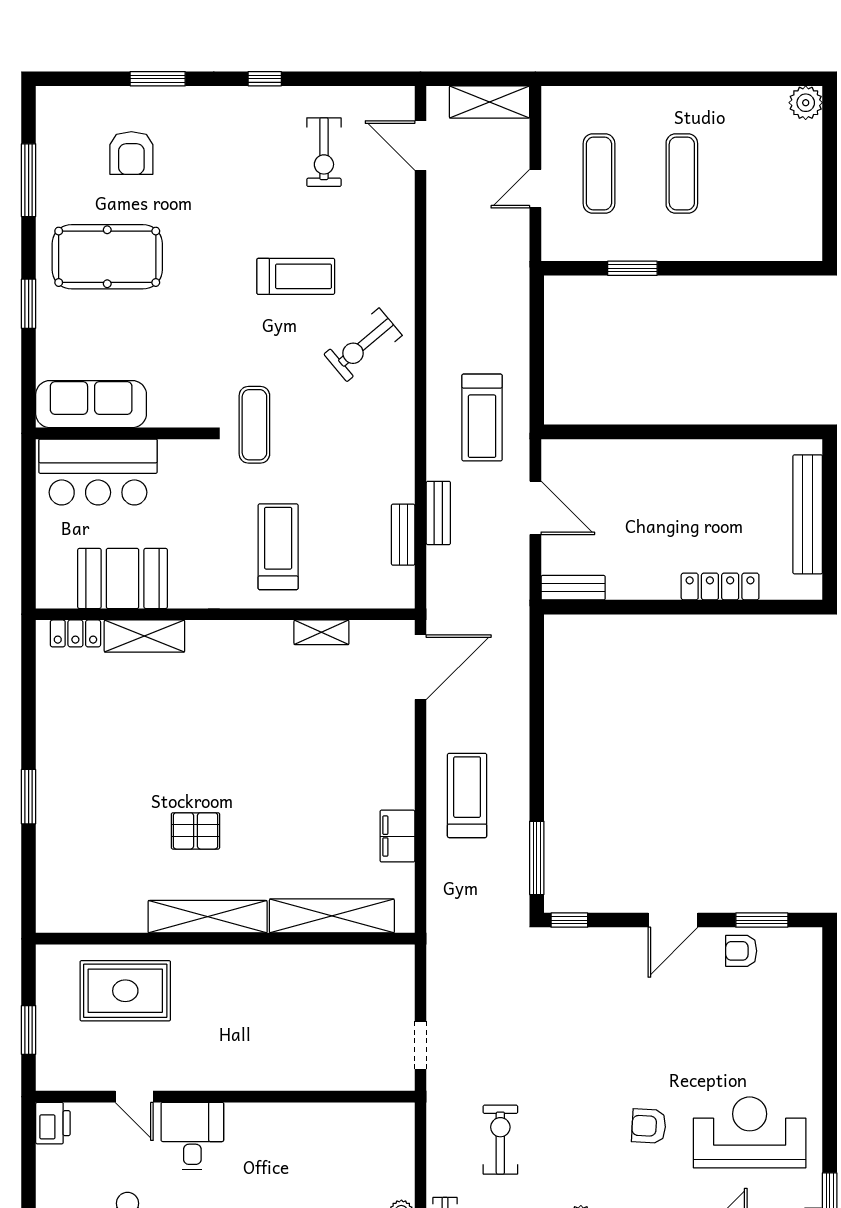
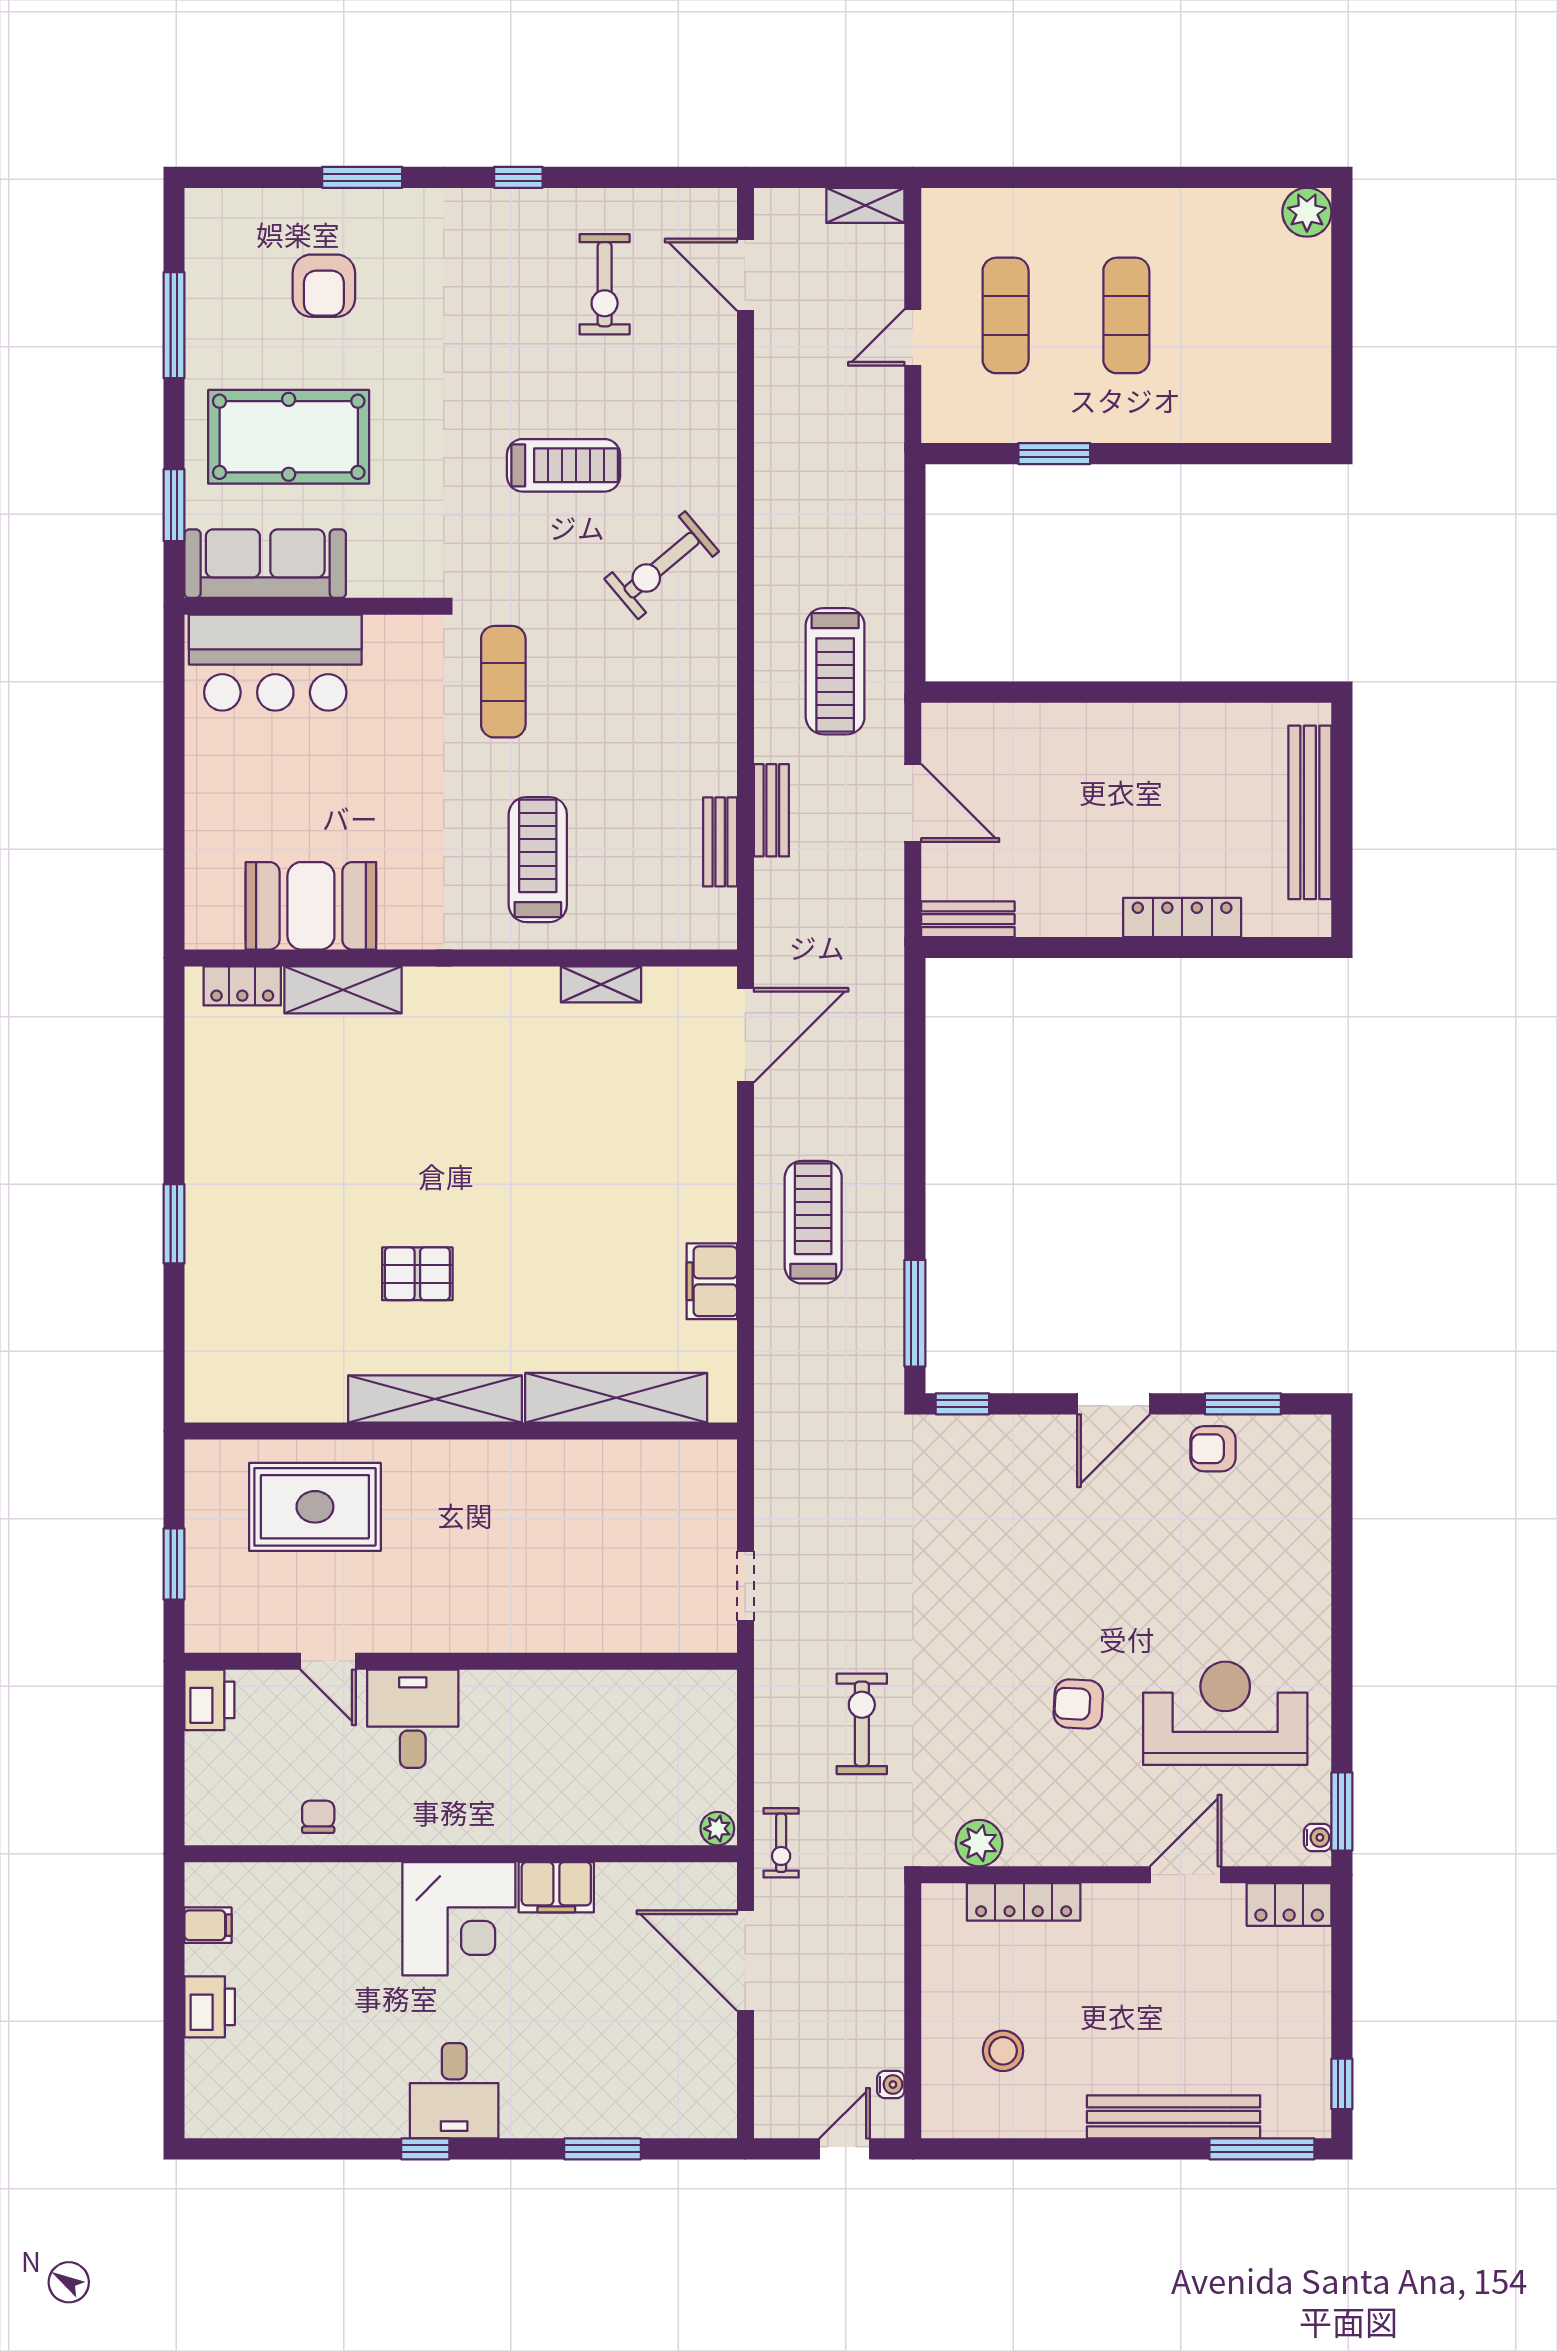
shelving: (489, 102) -> (865, 205), width x0.67, depth x0.75
sofa: (91, 404) -> (265, 564), moved
wall: (122, 433) -> (310, 606), moved
bar counter: (98, 472) -> (275, 663), moved

